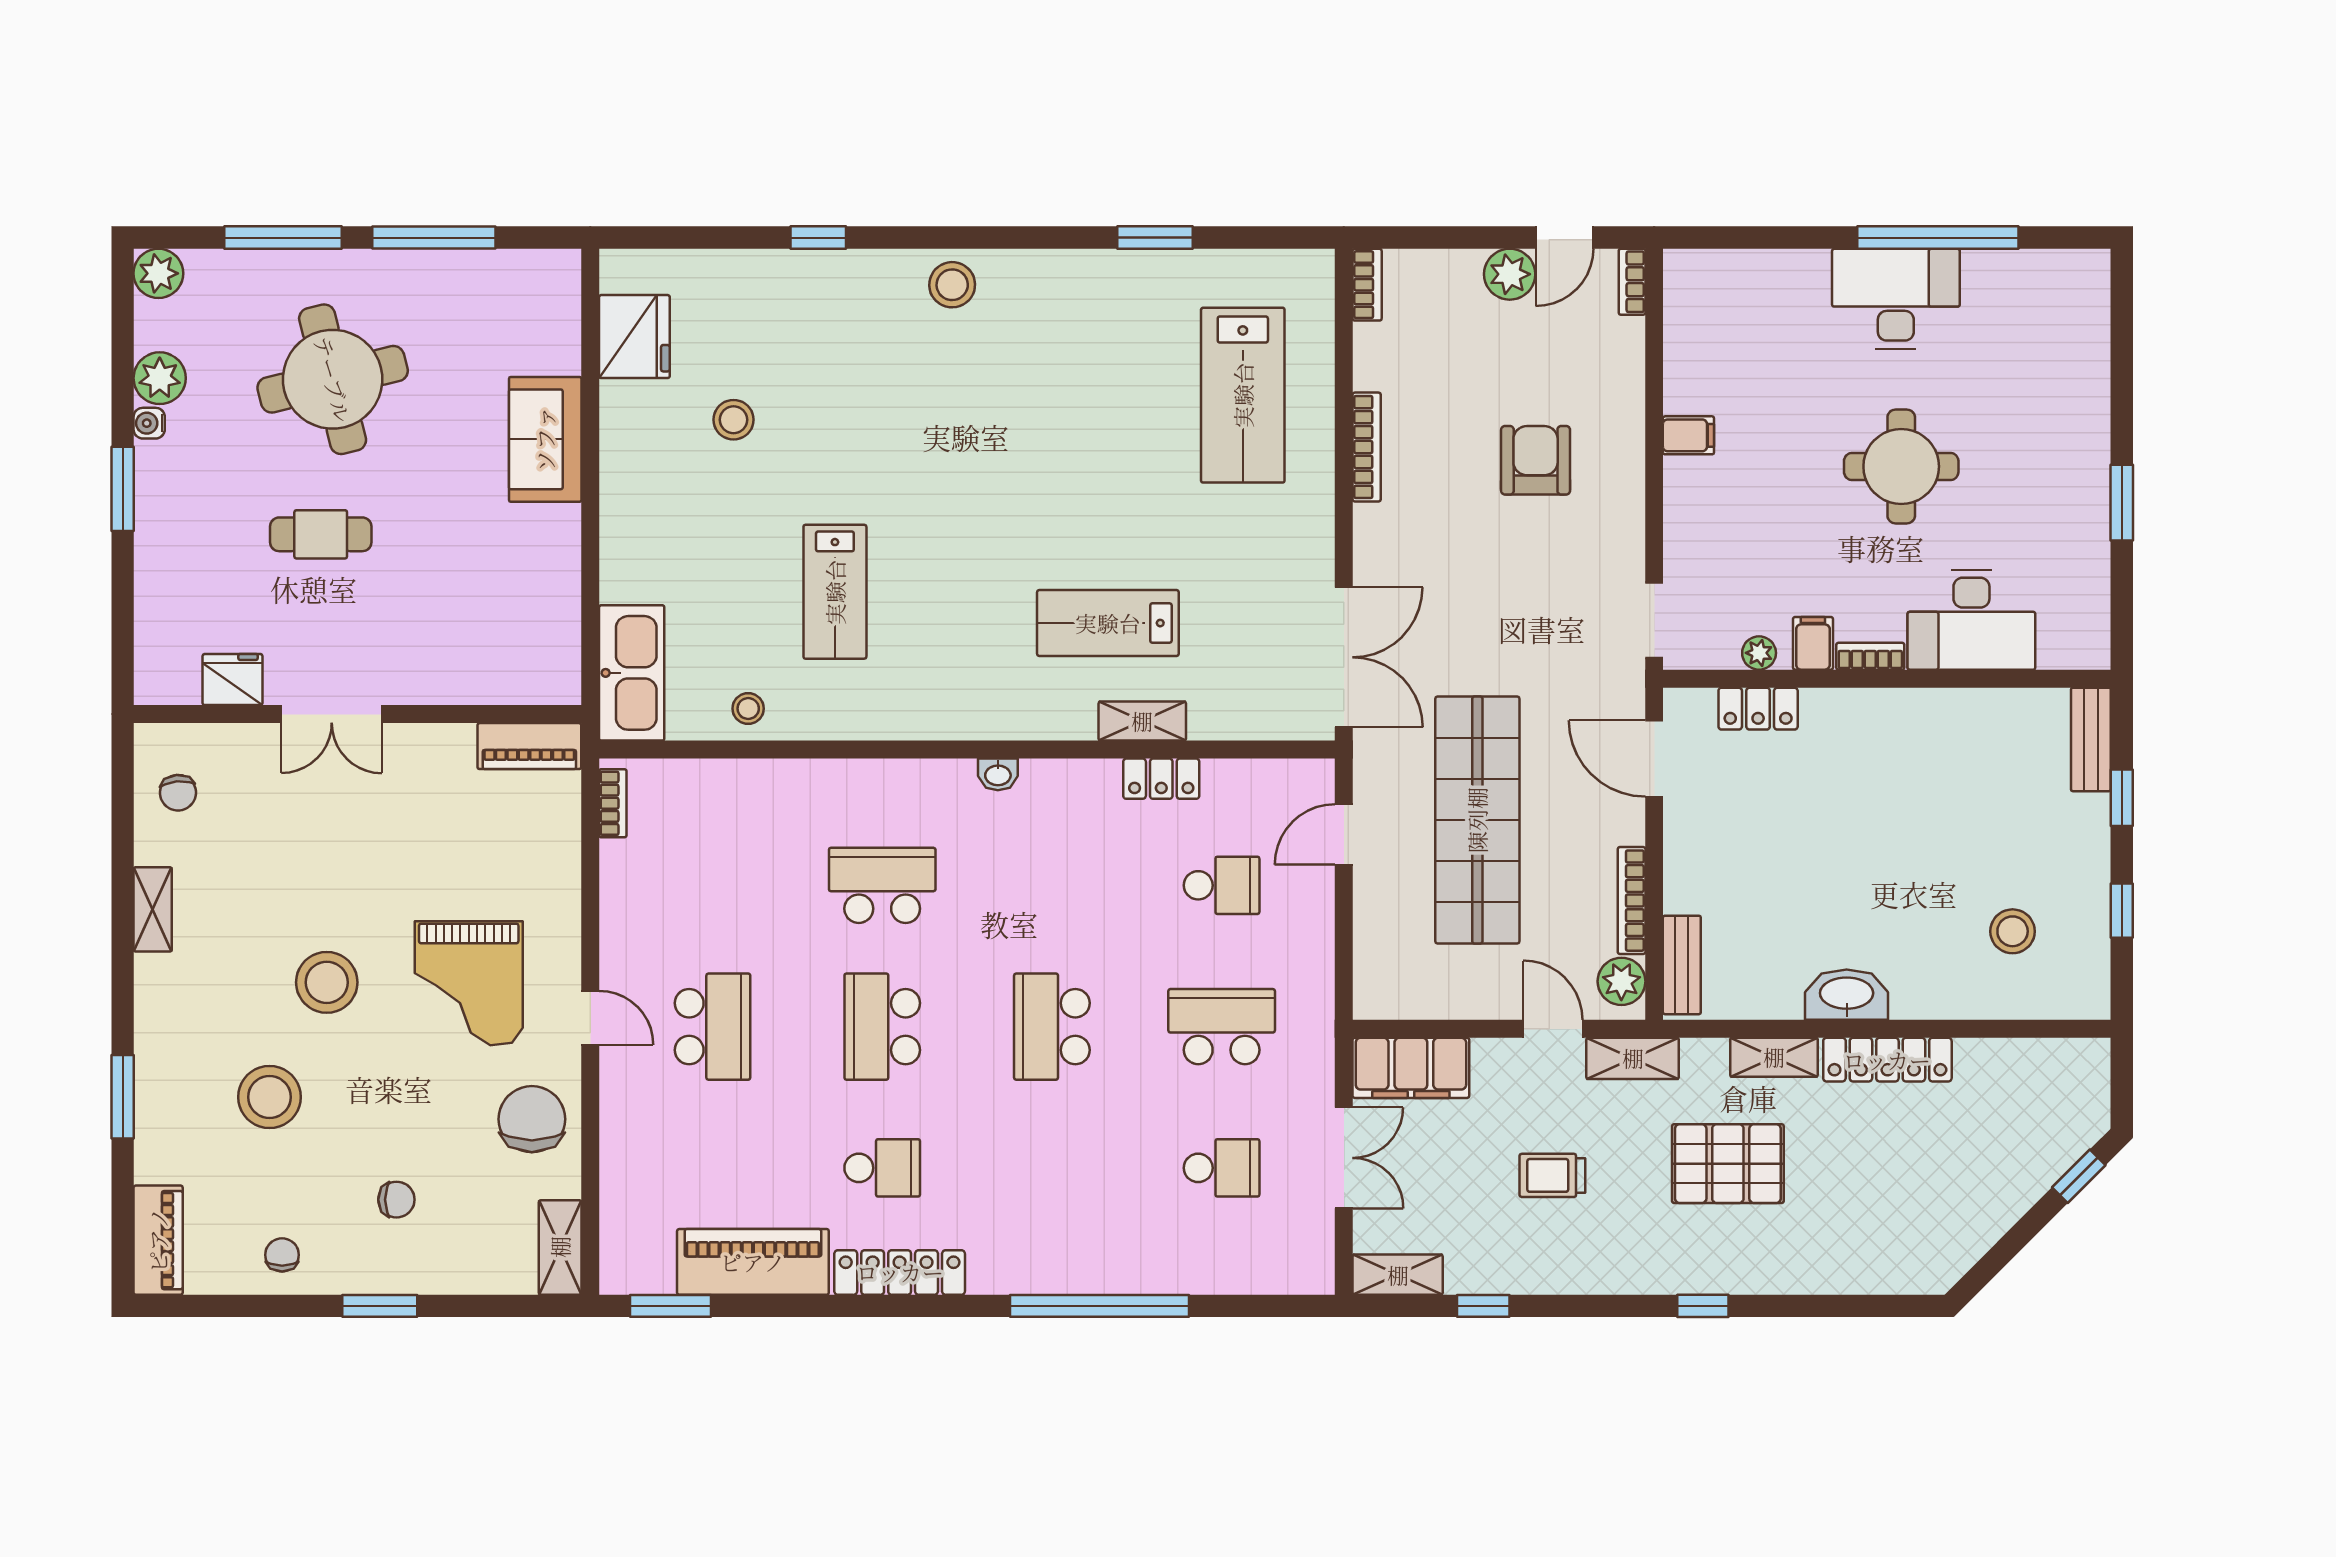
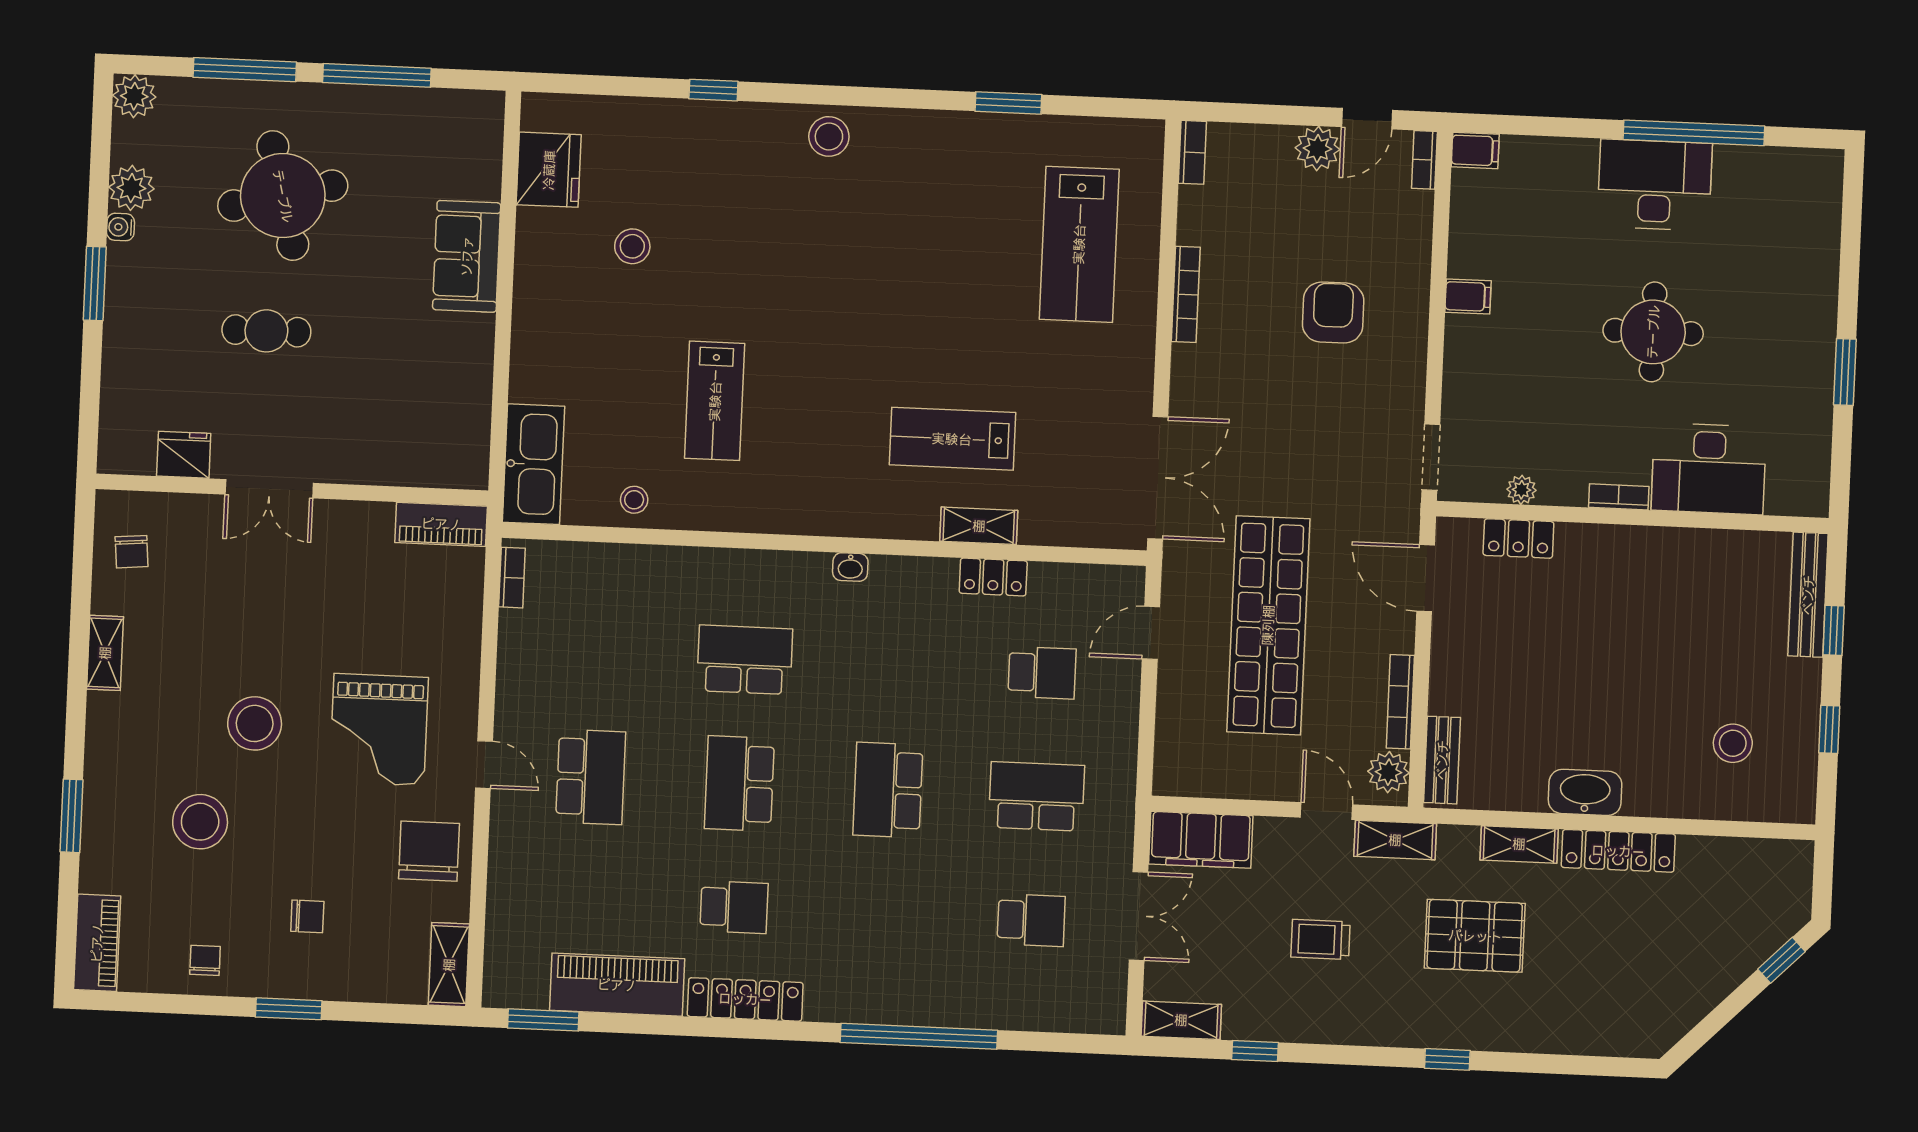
filing cabinet: (1813, 643) -> (1475, 150), moved, turned 90
bench: (2091, 739) -> (1808, 595), width x1.36

